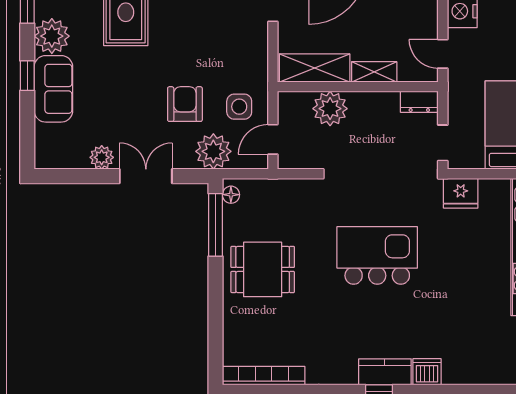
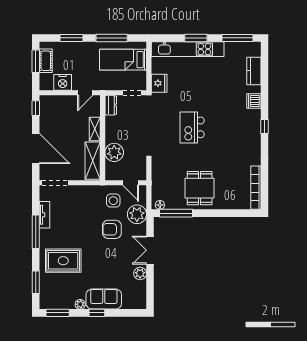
plant: (52, 36) -> (80, 304), width x0.53, depth x0.53
kitchen island: (377, 255) -> (192, 127), width x0.73, depth x0.78
kitchen counter: (385, 372) -> (254, 71), moved

